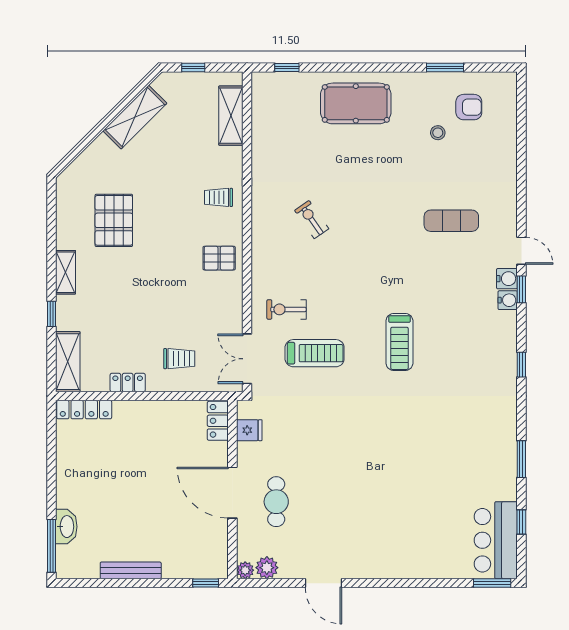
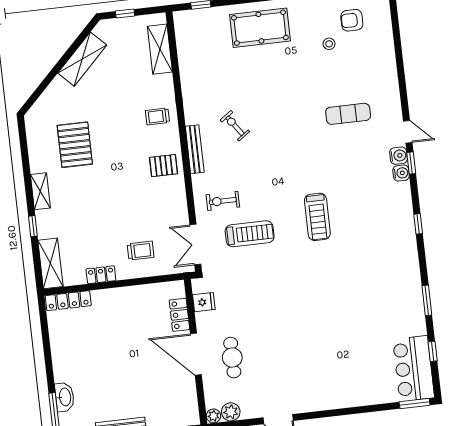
armchair: (469, 107) -> (352, 20), turned 180
bench: (259, 243) -> (195, 149), added
locker: (218, 421) -> (179, 315), moved

